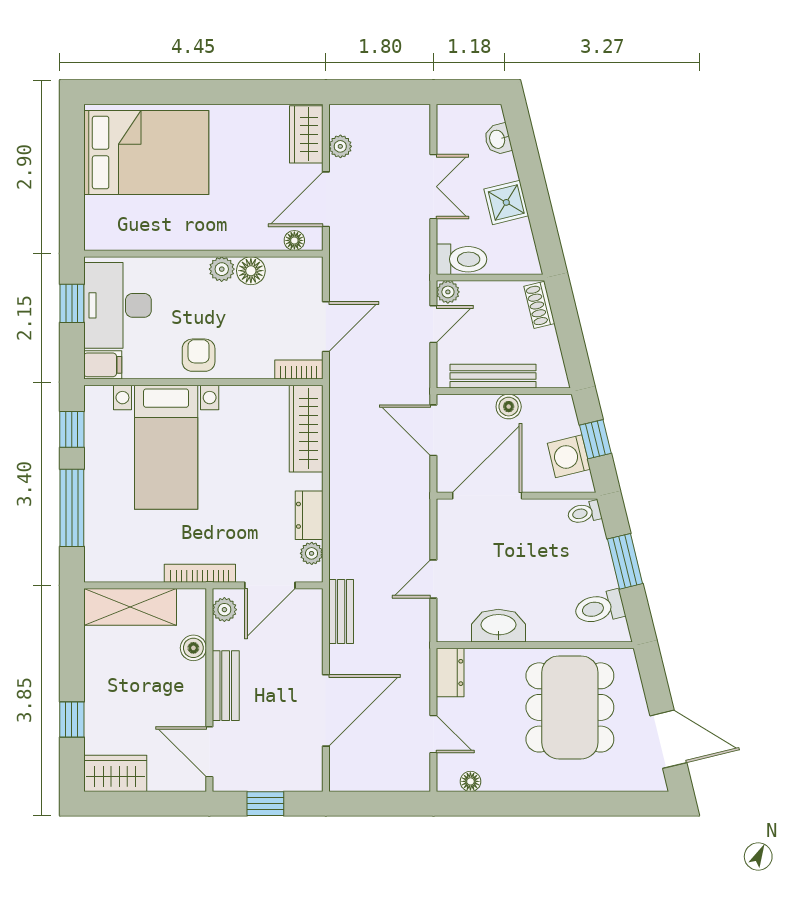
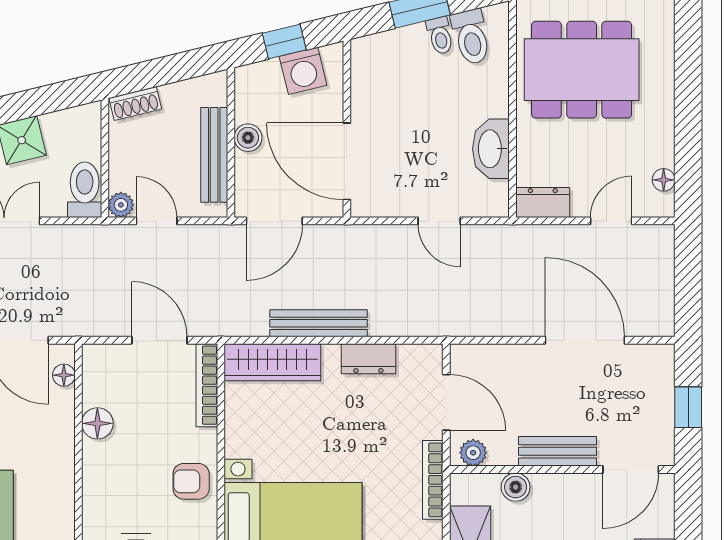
plant: (222, 269) -> (96, 456), removed
bookcase: (299, 369) -> (207, 385), width x1.56
toilet: (584, 513) -> (440, 36), moved
plant: (312, 553) -> (411, 356), removed
bench: (341, 611) -> (319, 323), moved, width x1.36

